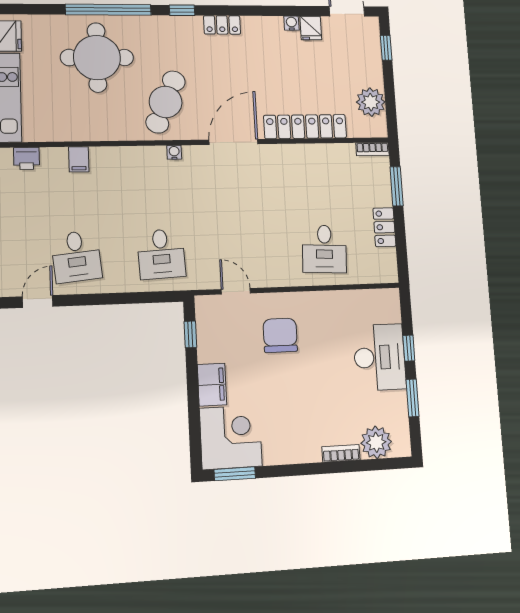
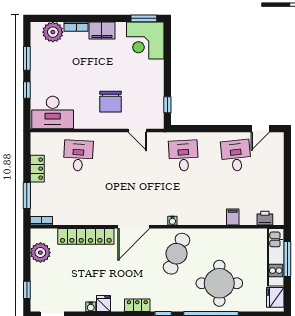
fridge: (311, 28) -> (104, 304), moved
desk: (380, 357) -> (53, 112), moved, turned -90
filing cabinet: (212, 385) -> (102, 30), moved, turned -90

